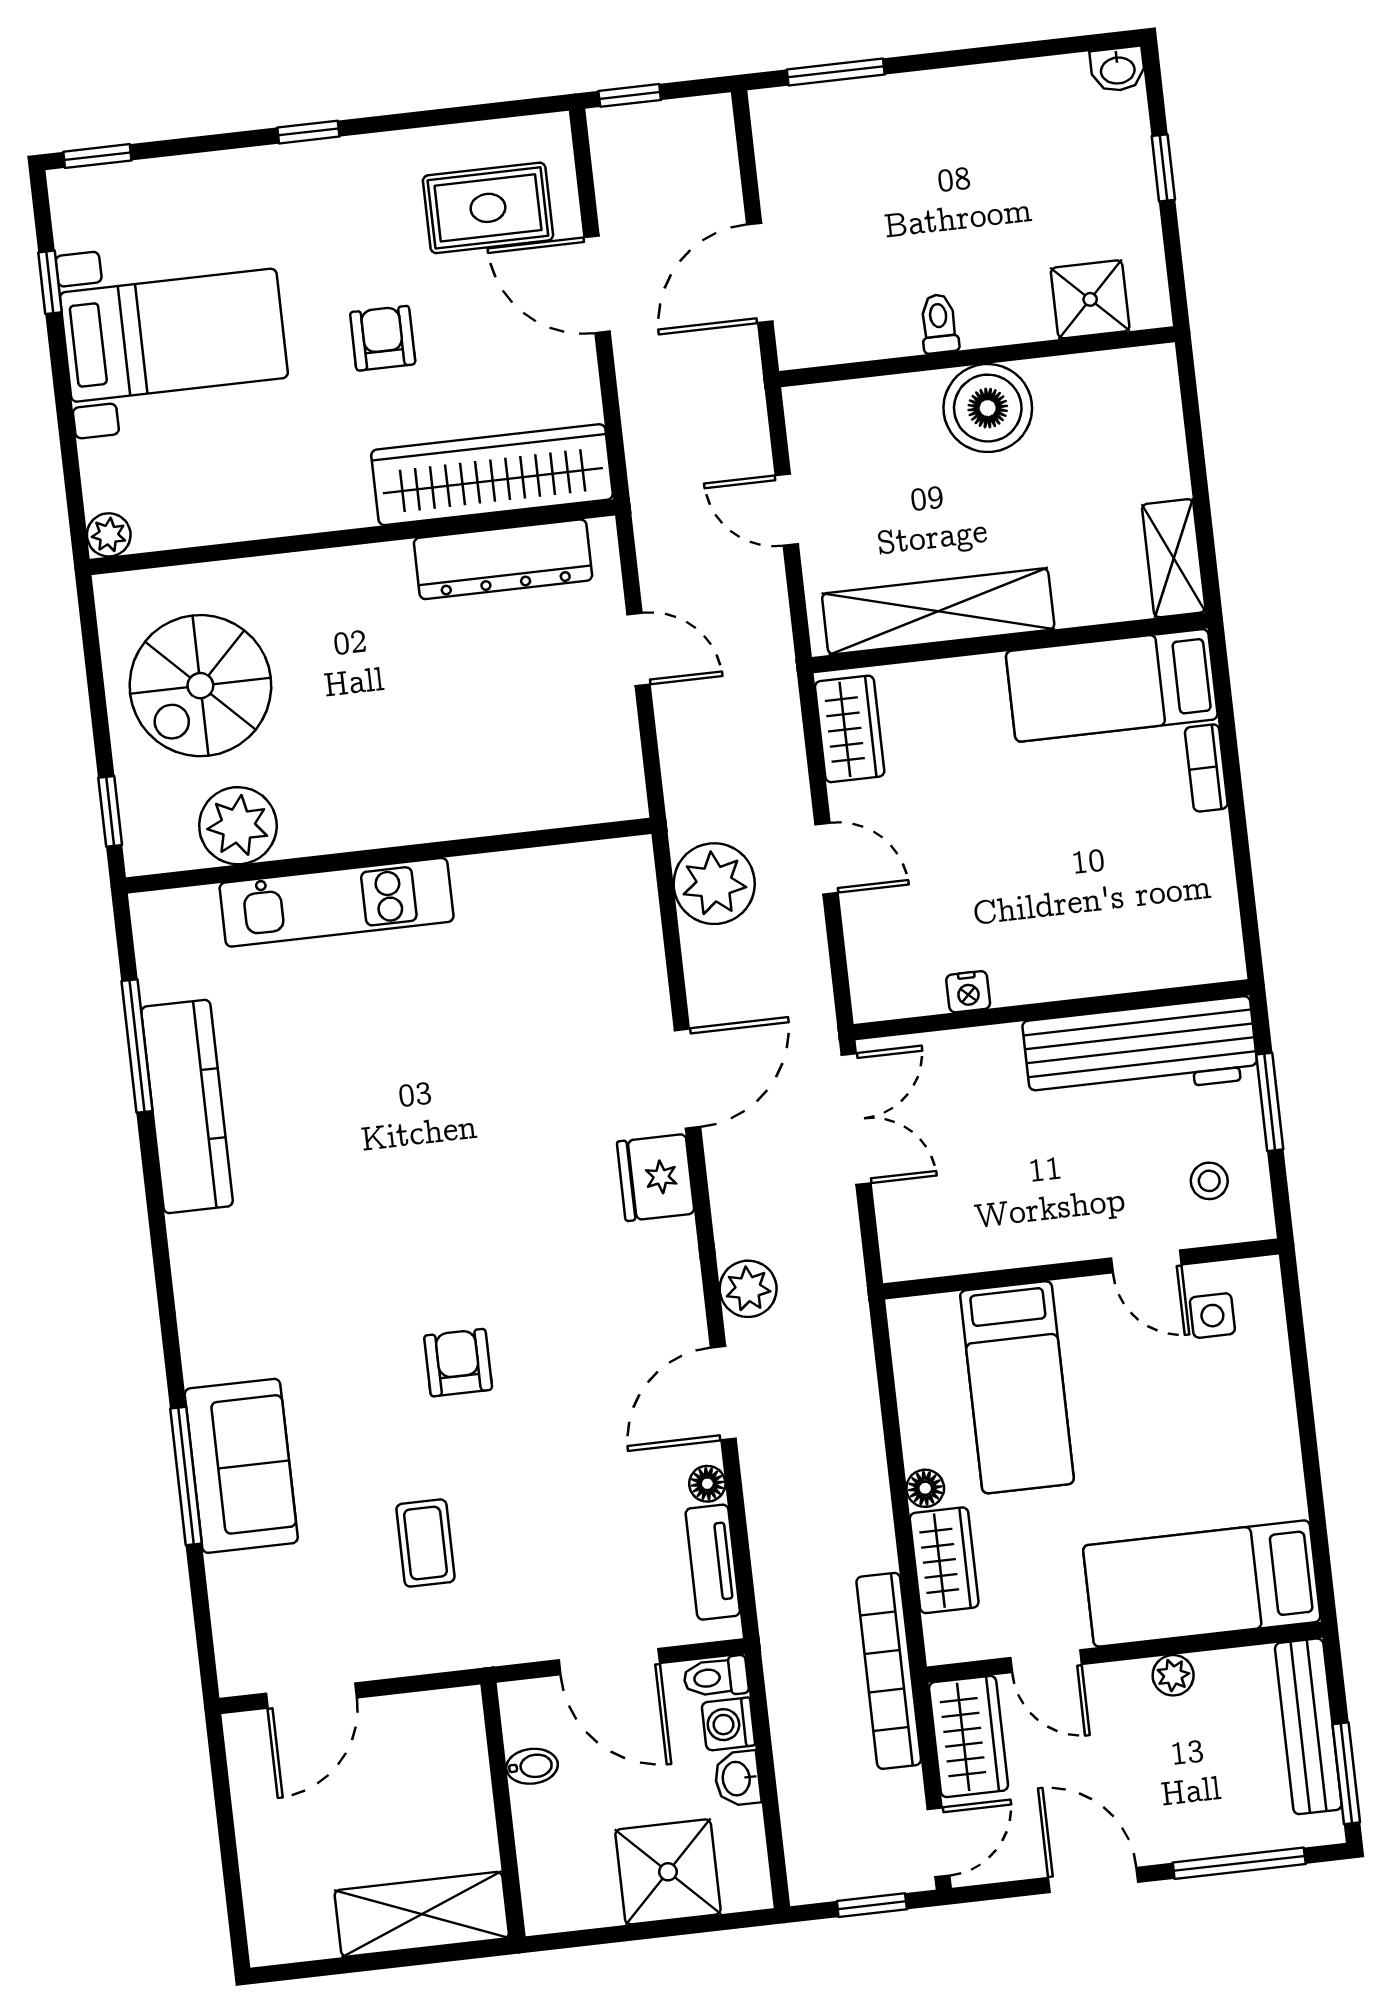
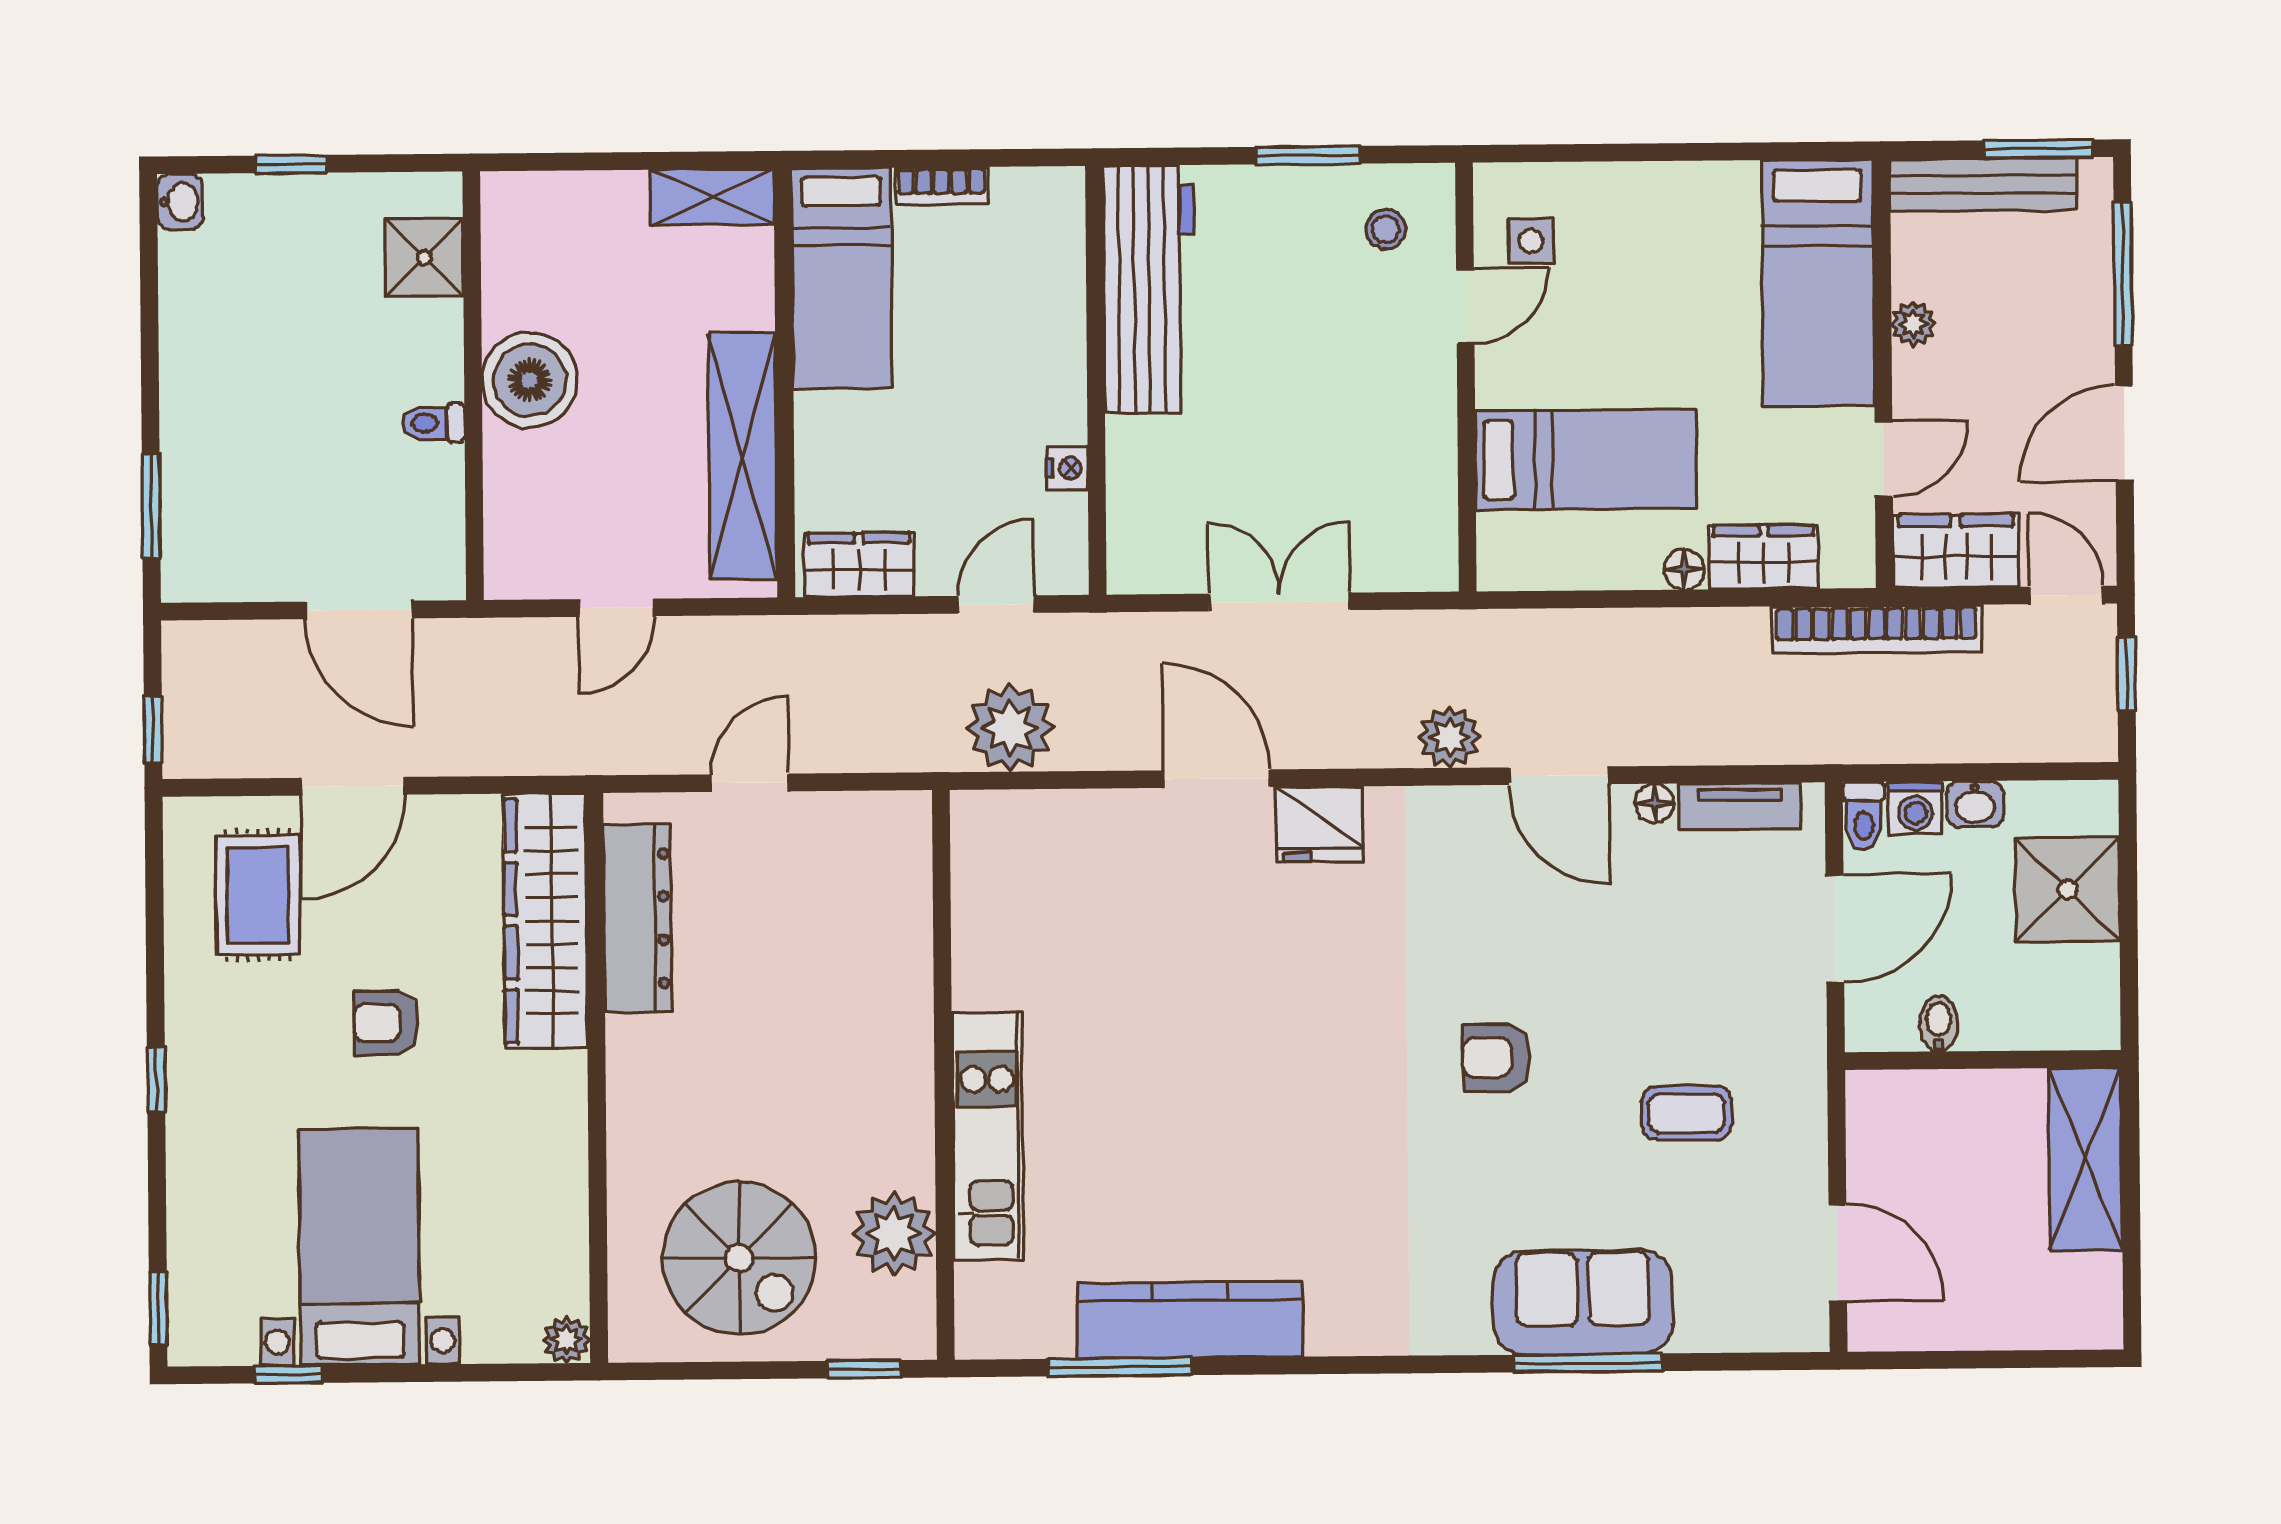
nightstand: (968, 992) -> (1067, 468), moved
wall: (1051, 1010) -> (1096, 380), moved
workbench: (1140, 1050) -> (1149, 289), moved

